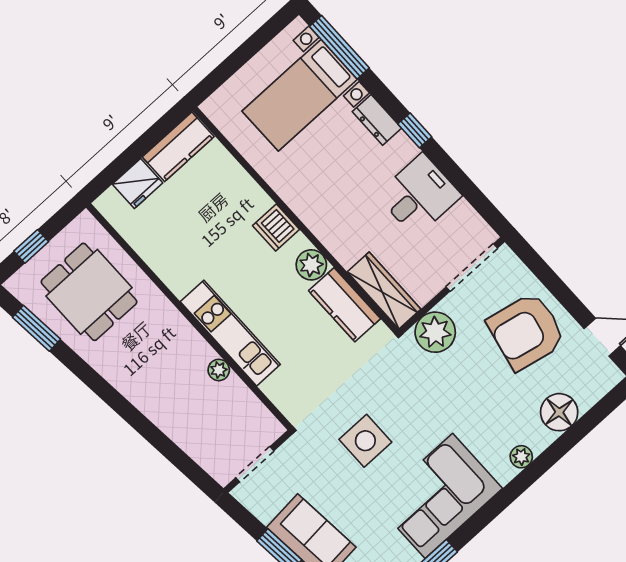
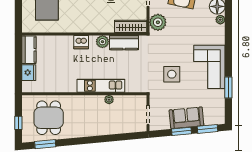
dining table: (89, 292) -> (49, 118), turned 90
plant: (521, 457) -> (220, 20), moved

